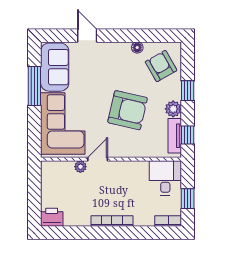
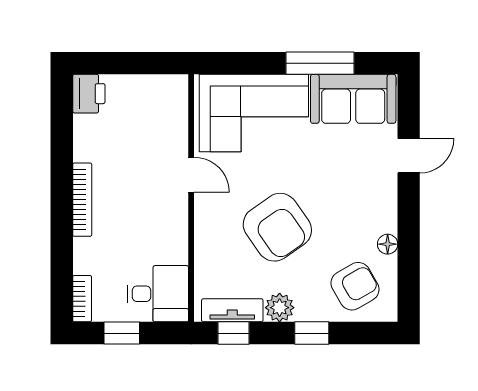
armchair: (128, 110) -> (277, 227), turned -48
plant: (80, 167) -> (178, 144), removed

